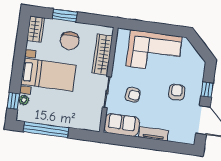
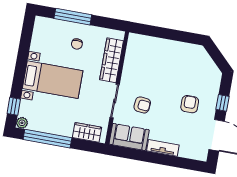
window: (65, 15) -> (73, 17), width x1.44
wardrobe: (36, 29) -> (87, 132), moved, turned -90
chair: (70, 41) -> (77, 44), width x0.54, depth x0.54
corner sofa: (154, 51) -> (167, 59), removed
plant: (24, 100) -> (22, 123), moved

